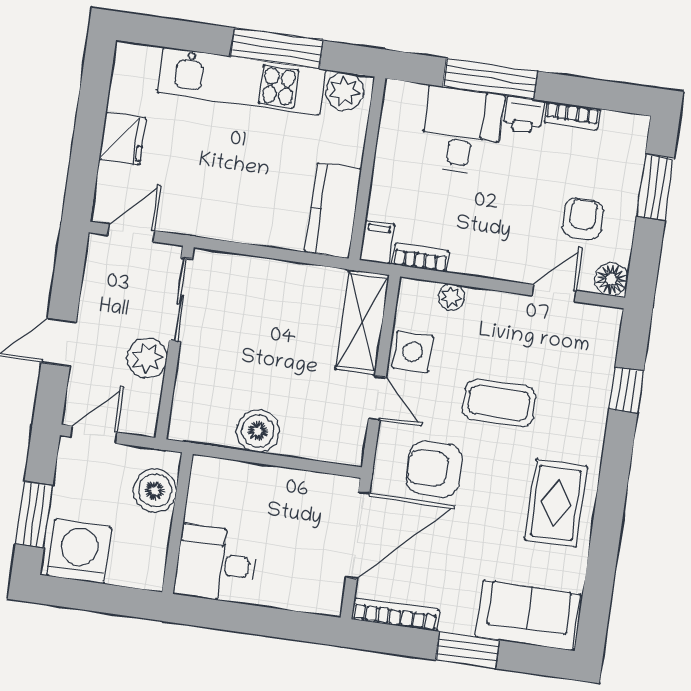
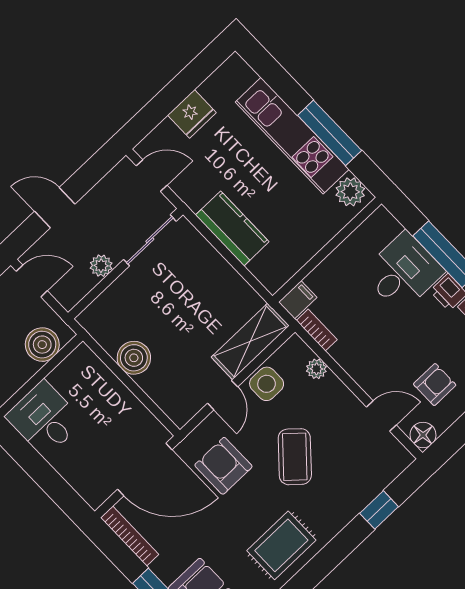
kitchen counter: (333, 211) -> (232, 228), moved, turned 90
plant: (147, 358) -> (101, 266), width x0.73, depth x0.73
coffee table: (499, 403) -> (295, 457), turned 42

